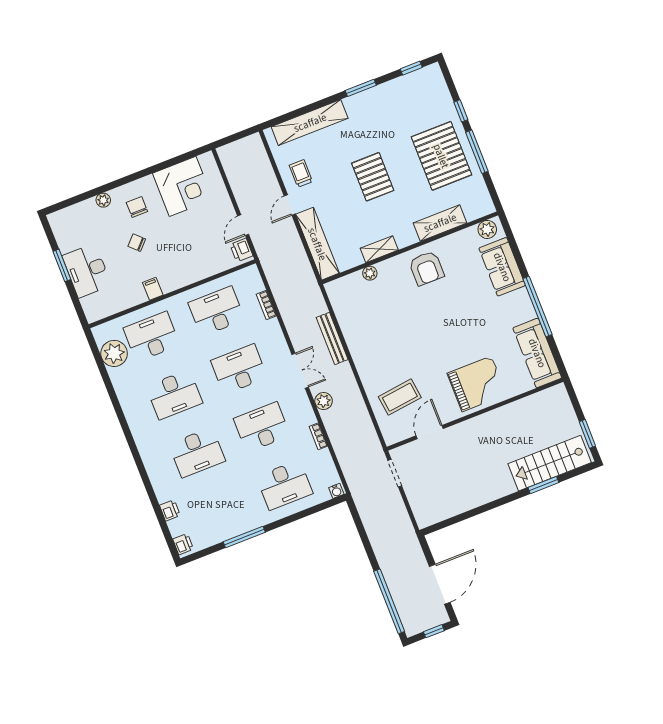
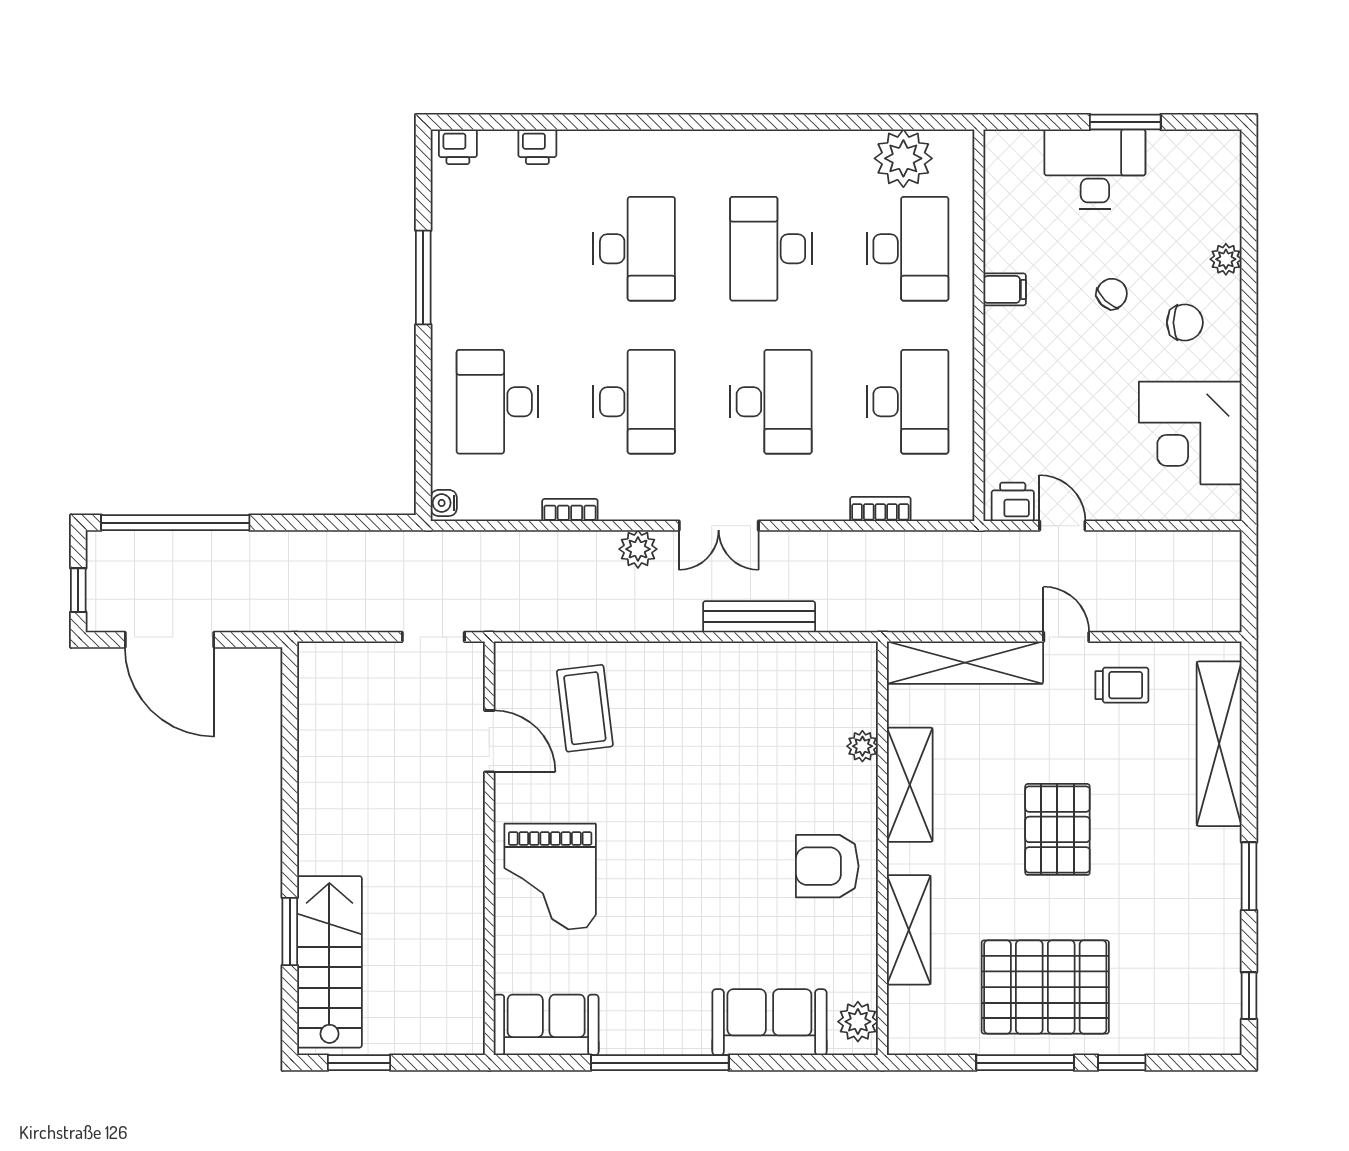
pallet: (373, 177) -> (1057, 829), turned 90
shelving: (379, 249) -> (910, 785), width x1.50, depth x1.33
sofa: (537, 353) -> (546, 1025), width x0.73
desk: (197, 452) -> (634, 249), turned 180

